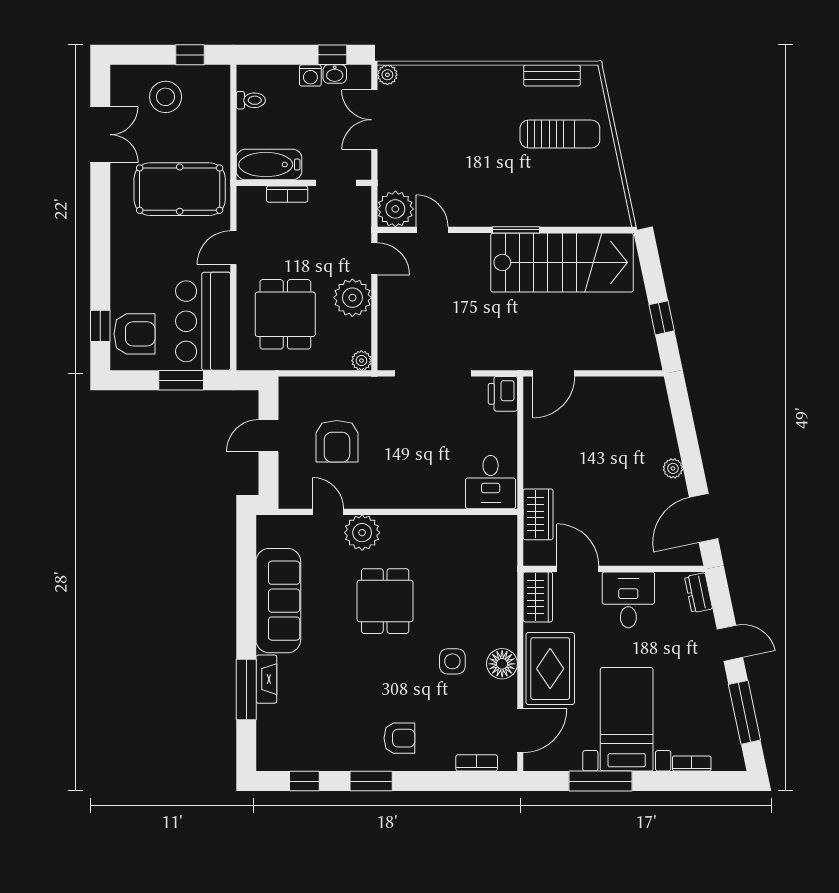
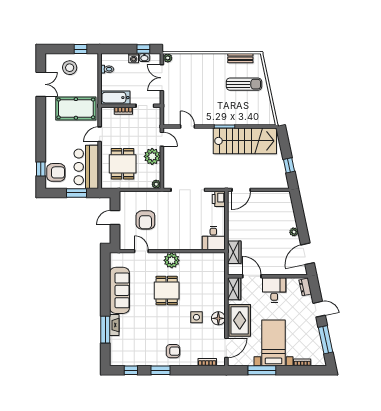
plant: (395, 209) -> (171, 117), removed
plant: (362, 533) -> (172, 260), moved

